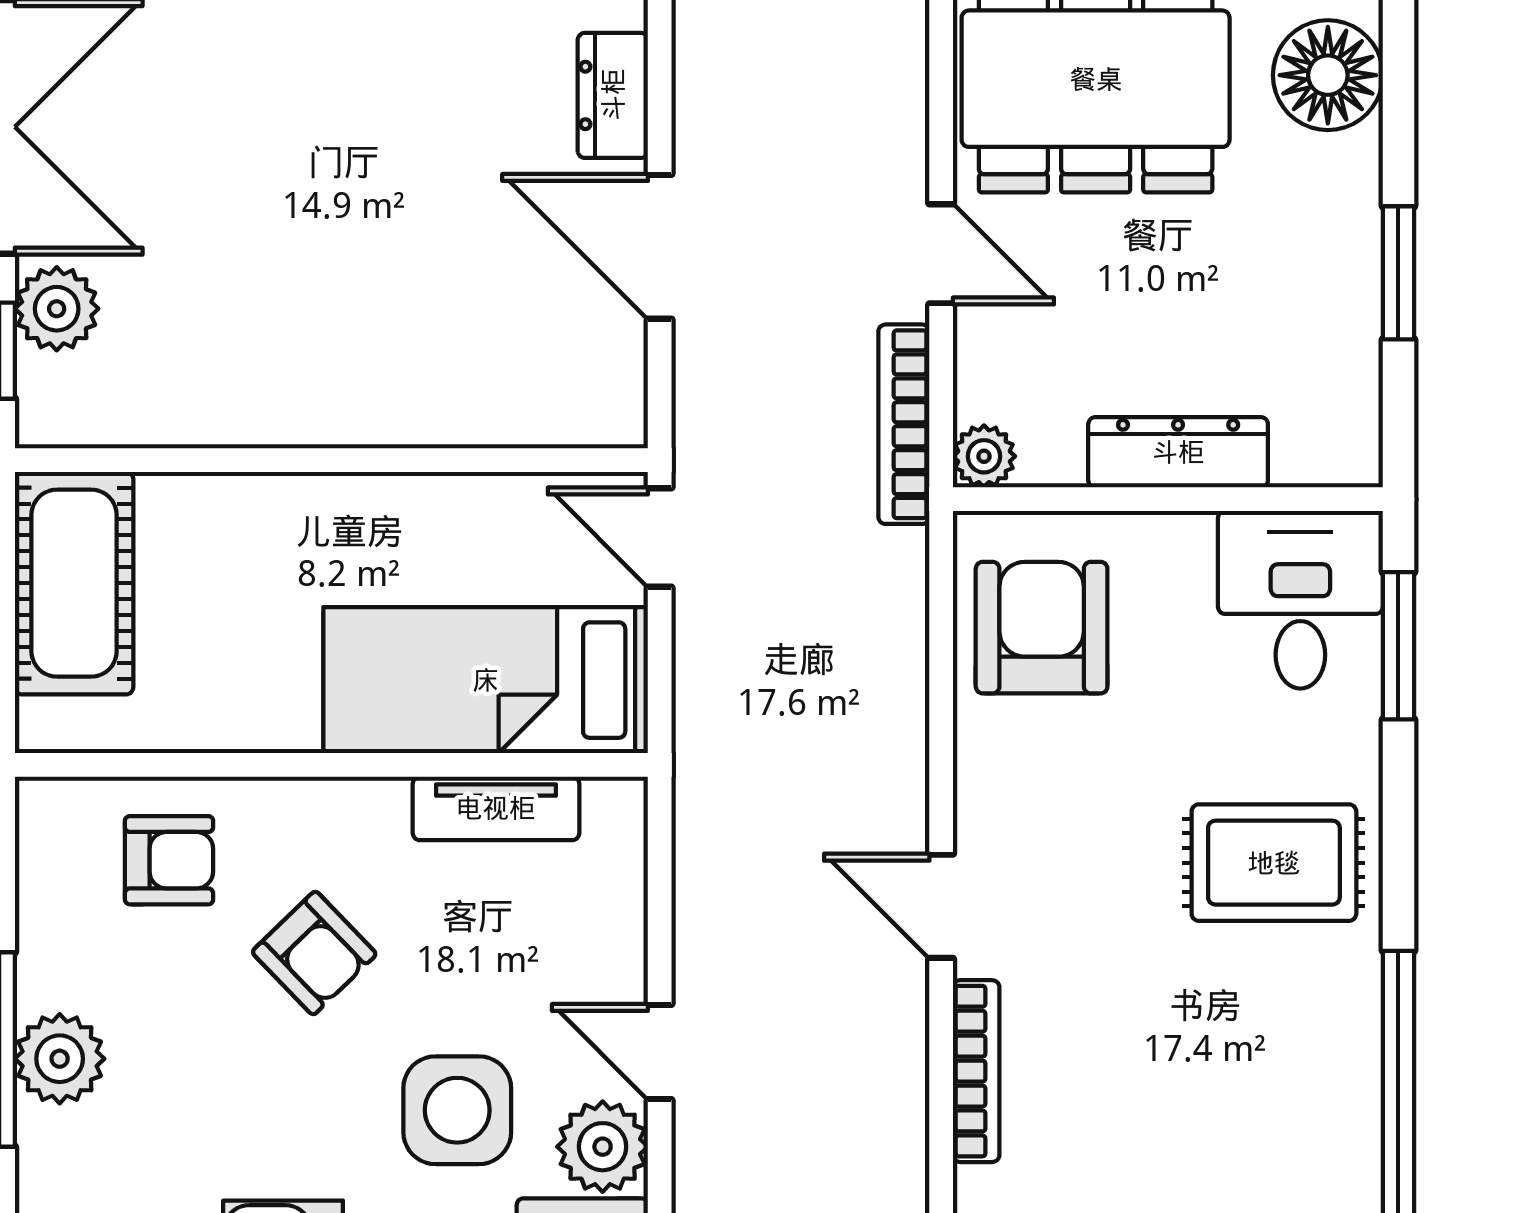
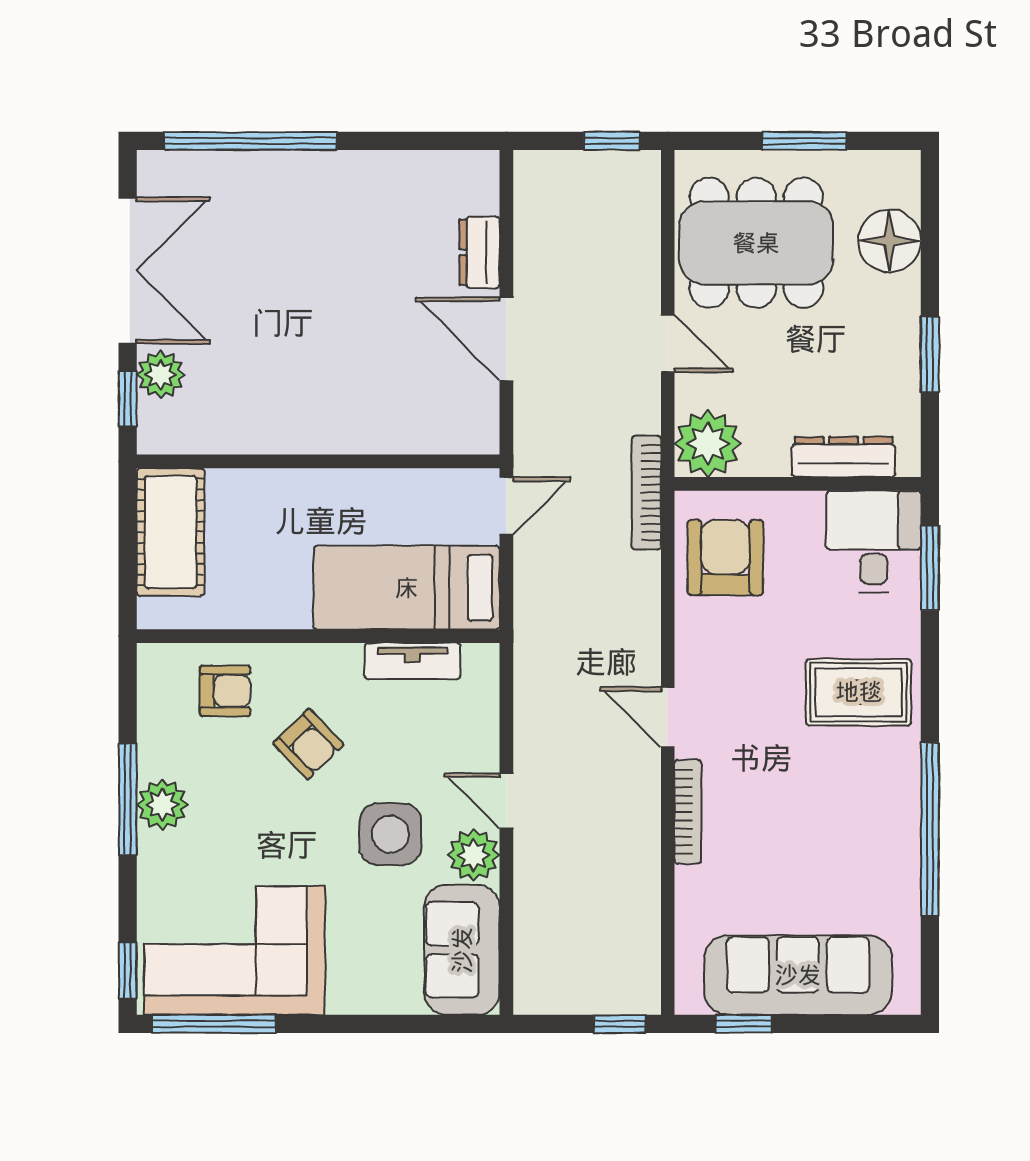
bookcase: (904, 424) -> (646, 493), moved
dresser: (1178, 452) -> (844, 457), moved
plant: (984, 456) -> (708, 444), width x1.88, depth x1.88
door: (660, 538) -> (506, 506), swing flipped

